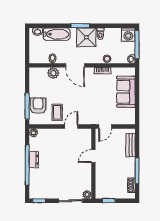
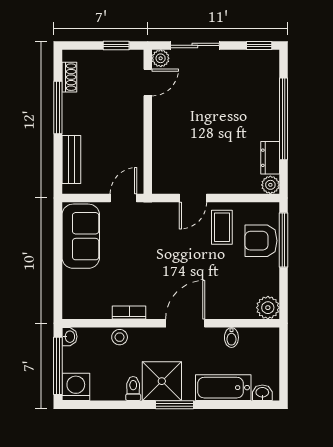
door: (75, 65) -> (185, 323), hinge flipped
plant: (53, 73) -> (268, 308), moved
sofa: (126, 92) -> (81, 236), moved
armchair: (38, 106) -> (261, 241), turned 90
door: (93, 156) -> (148, 82), moved
dresser: (34, 160) -> (270, 158), moved

